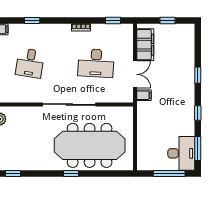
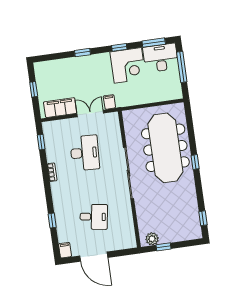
corner desk: (178, 119) -> (128, 65), added

